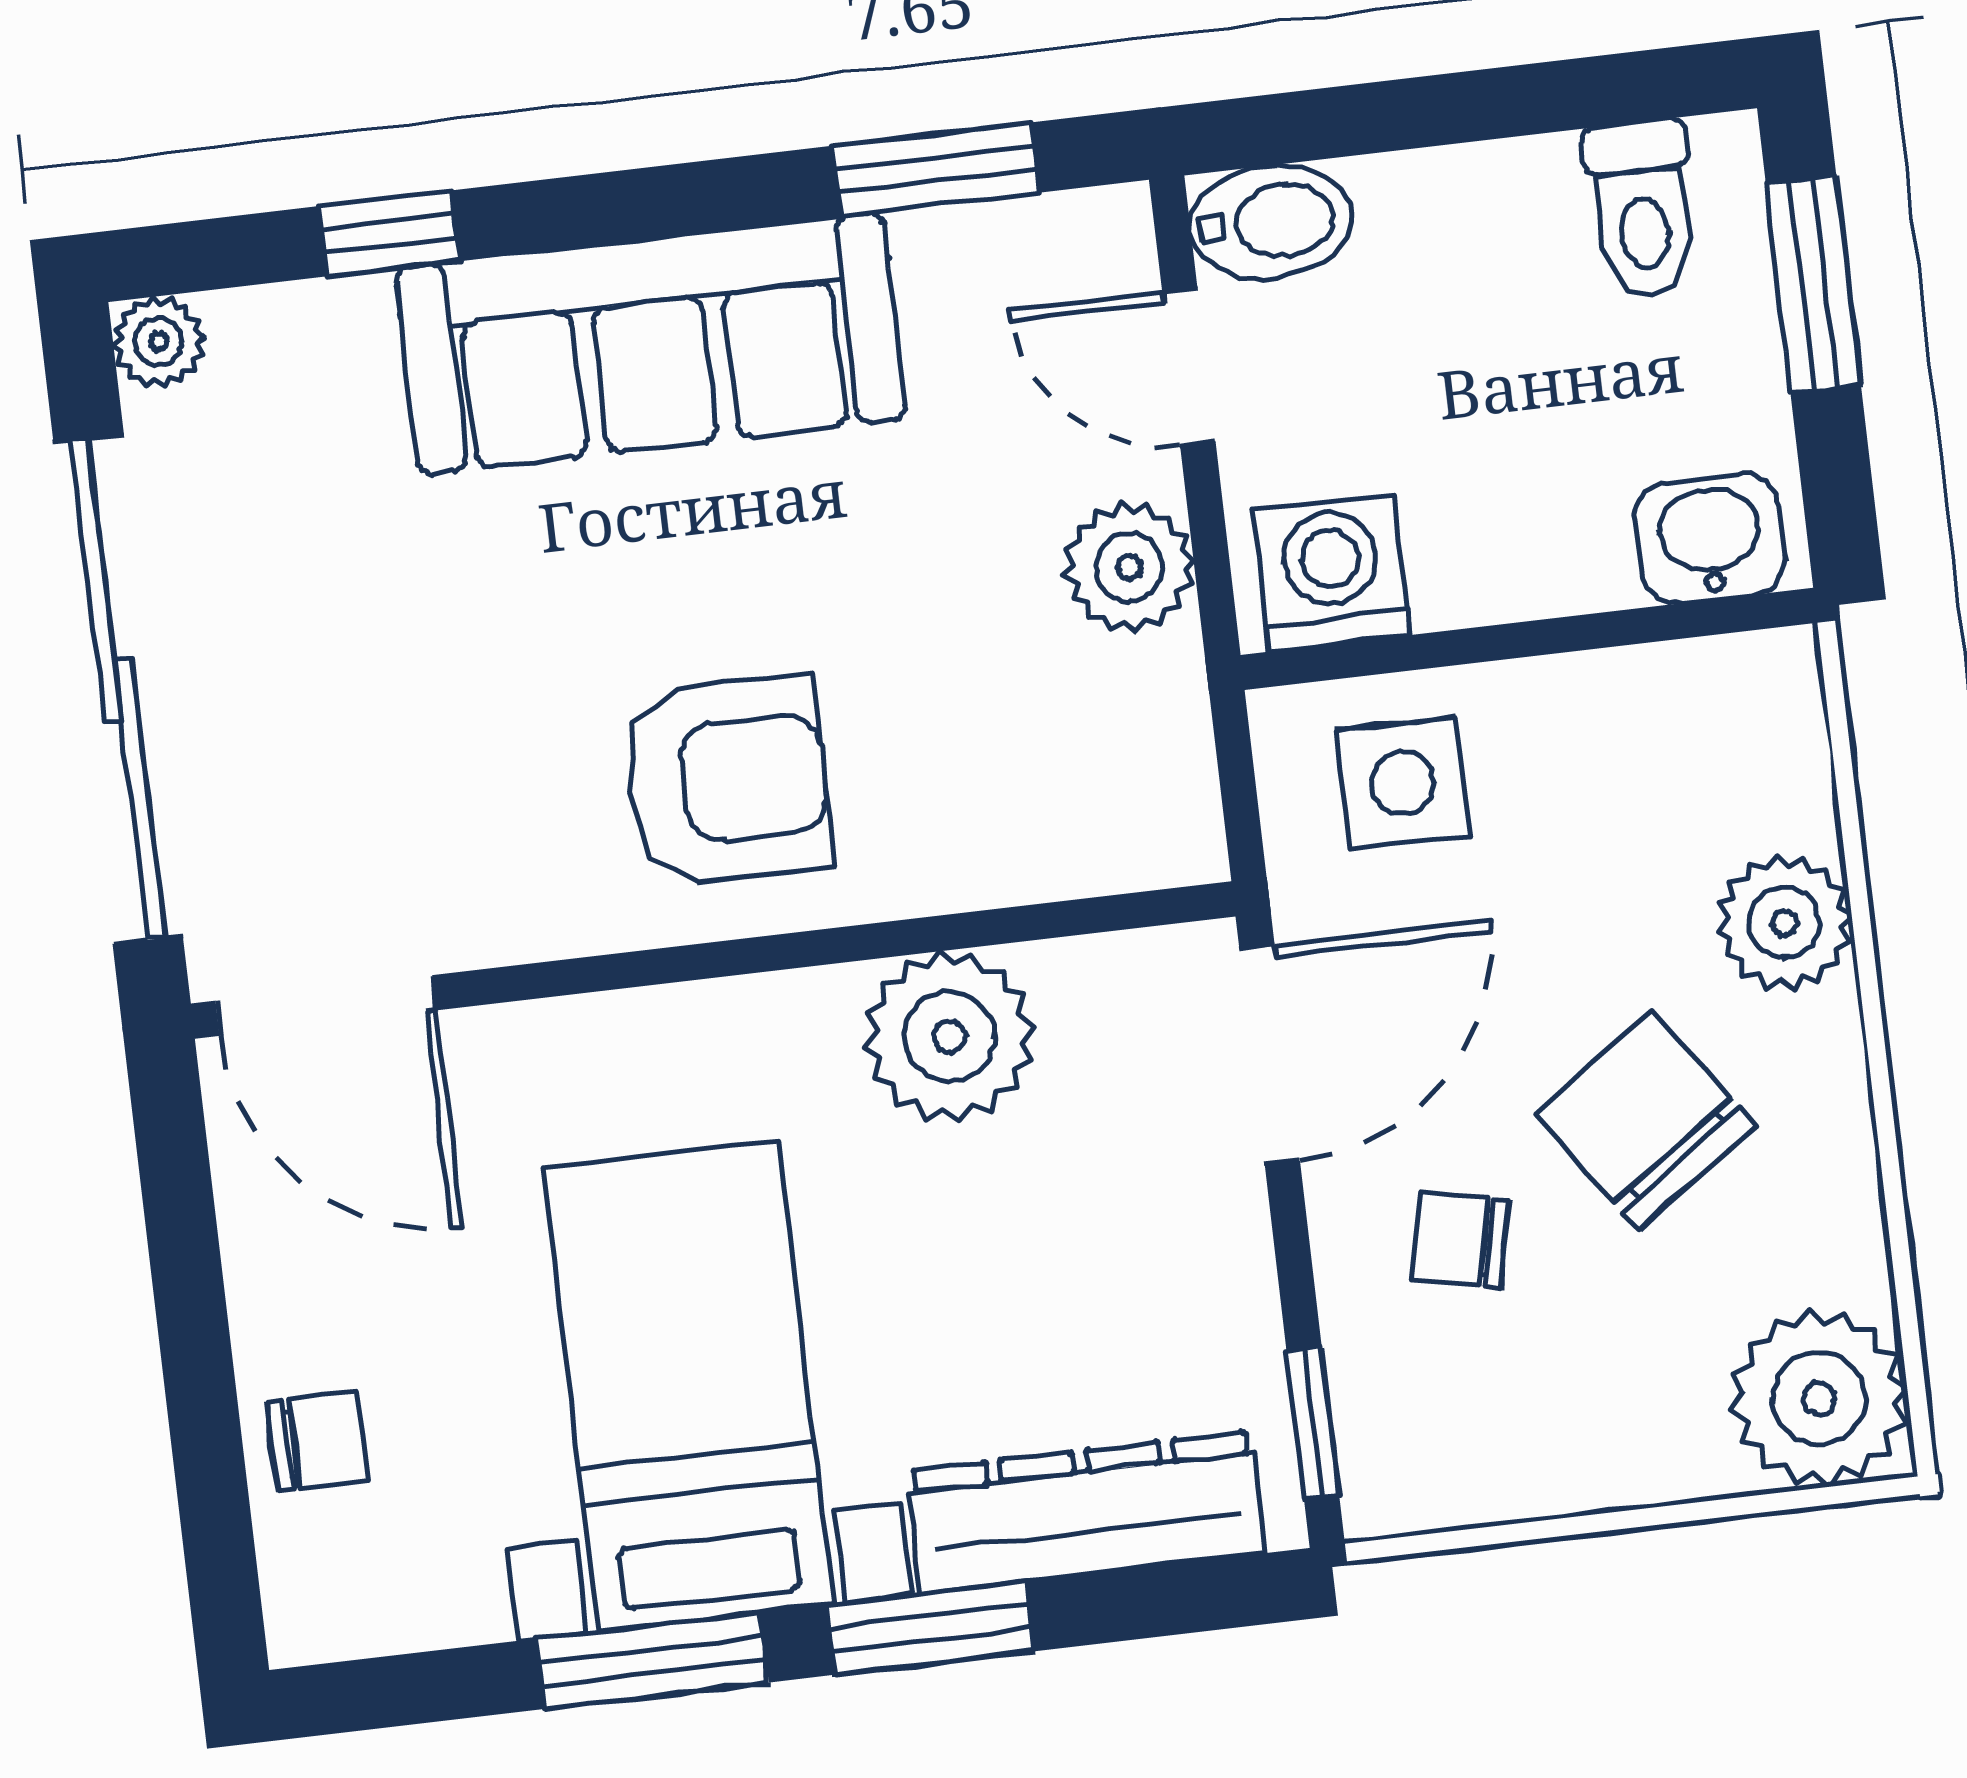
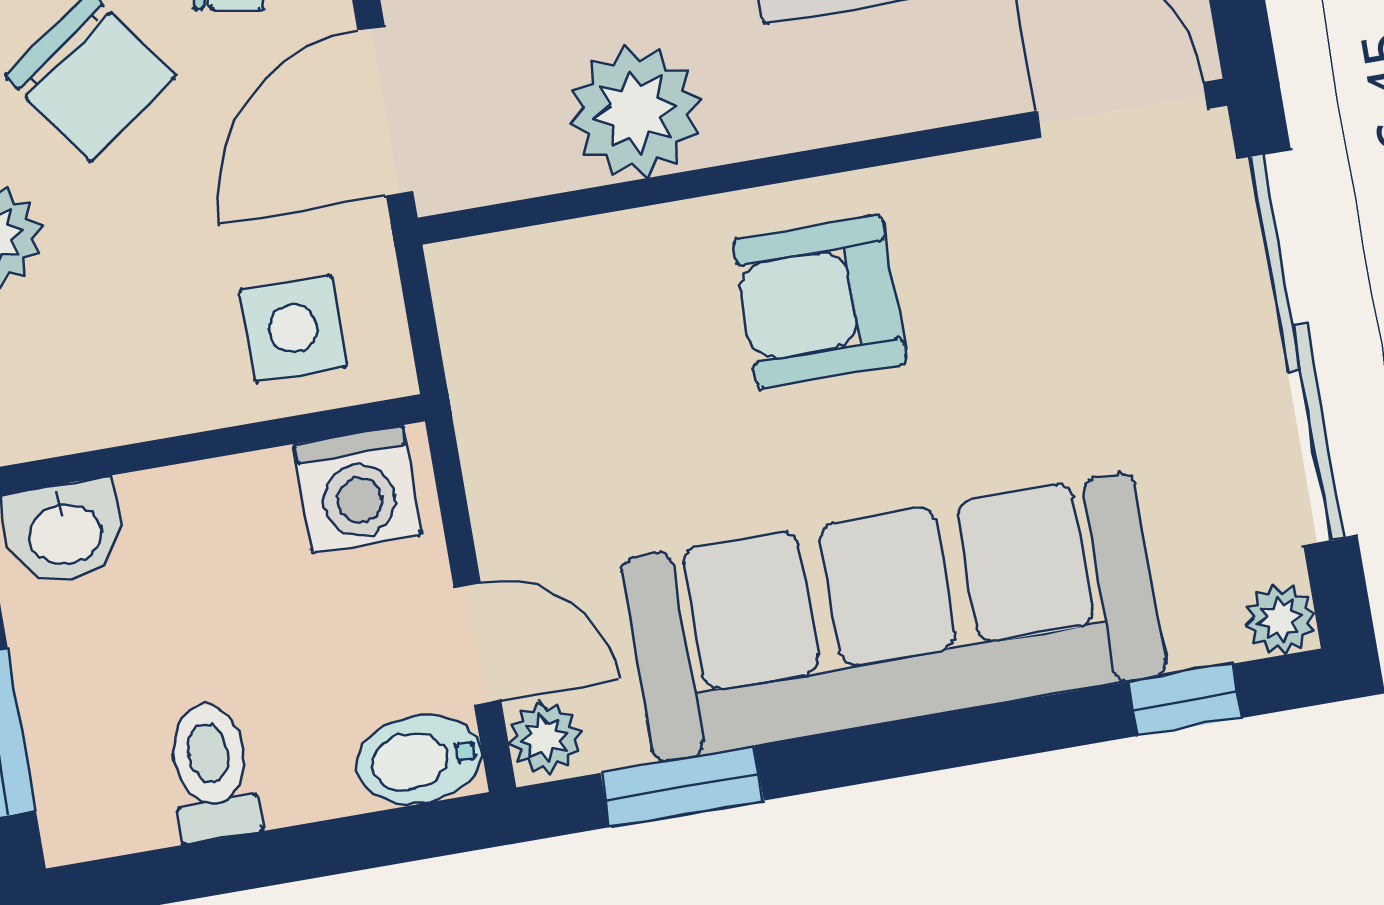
toilet: (1642, 209) -> (211, 772), moved
window: (389, 233) -> (1185, 700), moved
sofa: (651, 343) -> (893, 617), width x1.36, depth x1.27
plant: (1129, 567) -> (545, 738), moved, width x0.73, depth x0.73

